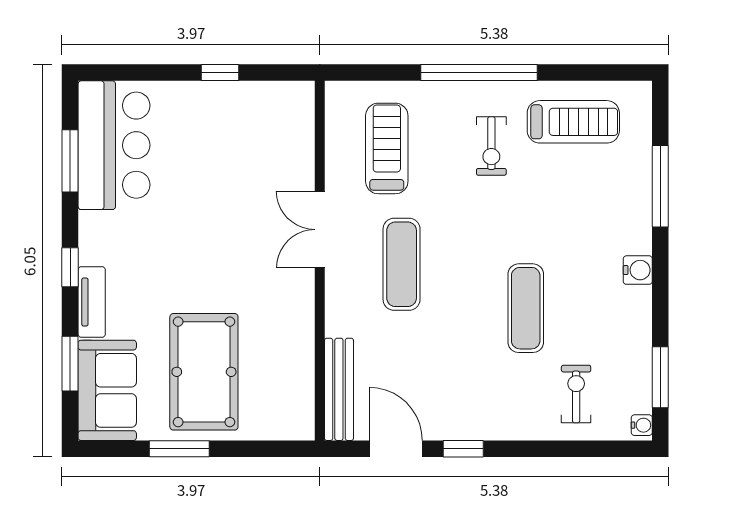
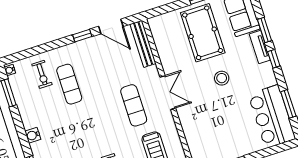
double door: (320, 230) -> (168, 93), moved
stool: (195, 262) -> (222, 78), added
exercise mat: (526, 308) -> (69, 84), moved
window: (70, 364) -> (264, 30), moved

